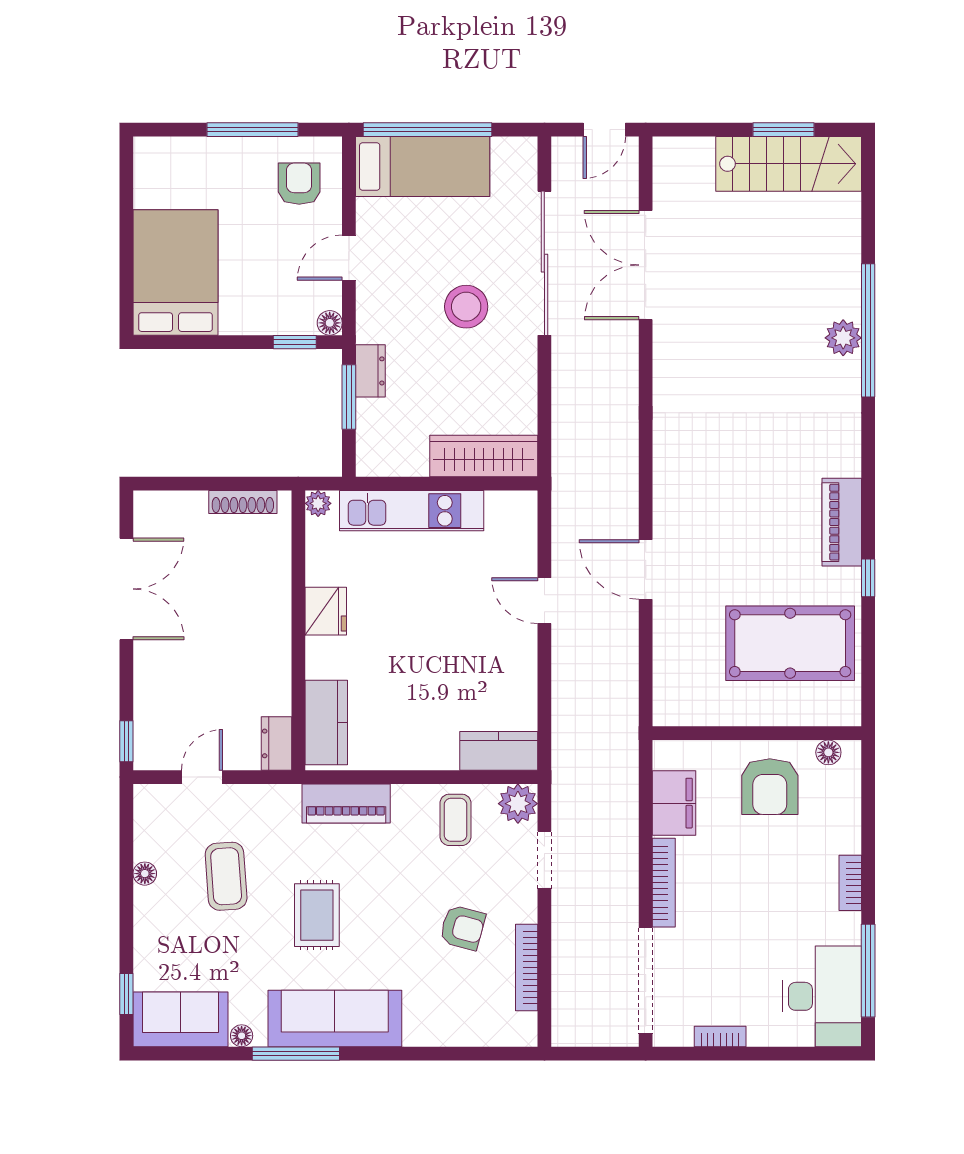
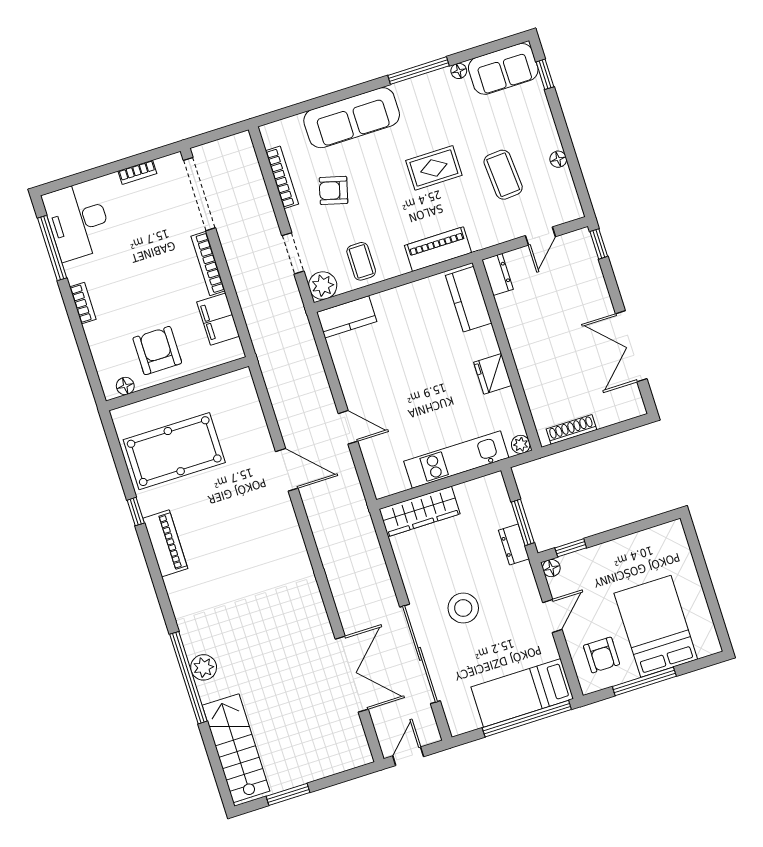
stairs: (789, 164) -> (236, 748), moved, turned 90
bed: (176, 272) -> (656, 626), moved, turned 180
rug: (317, 915) -> (434, 168), turned 90
sofa: (335, 1018) -> (352, 118), moved

